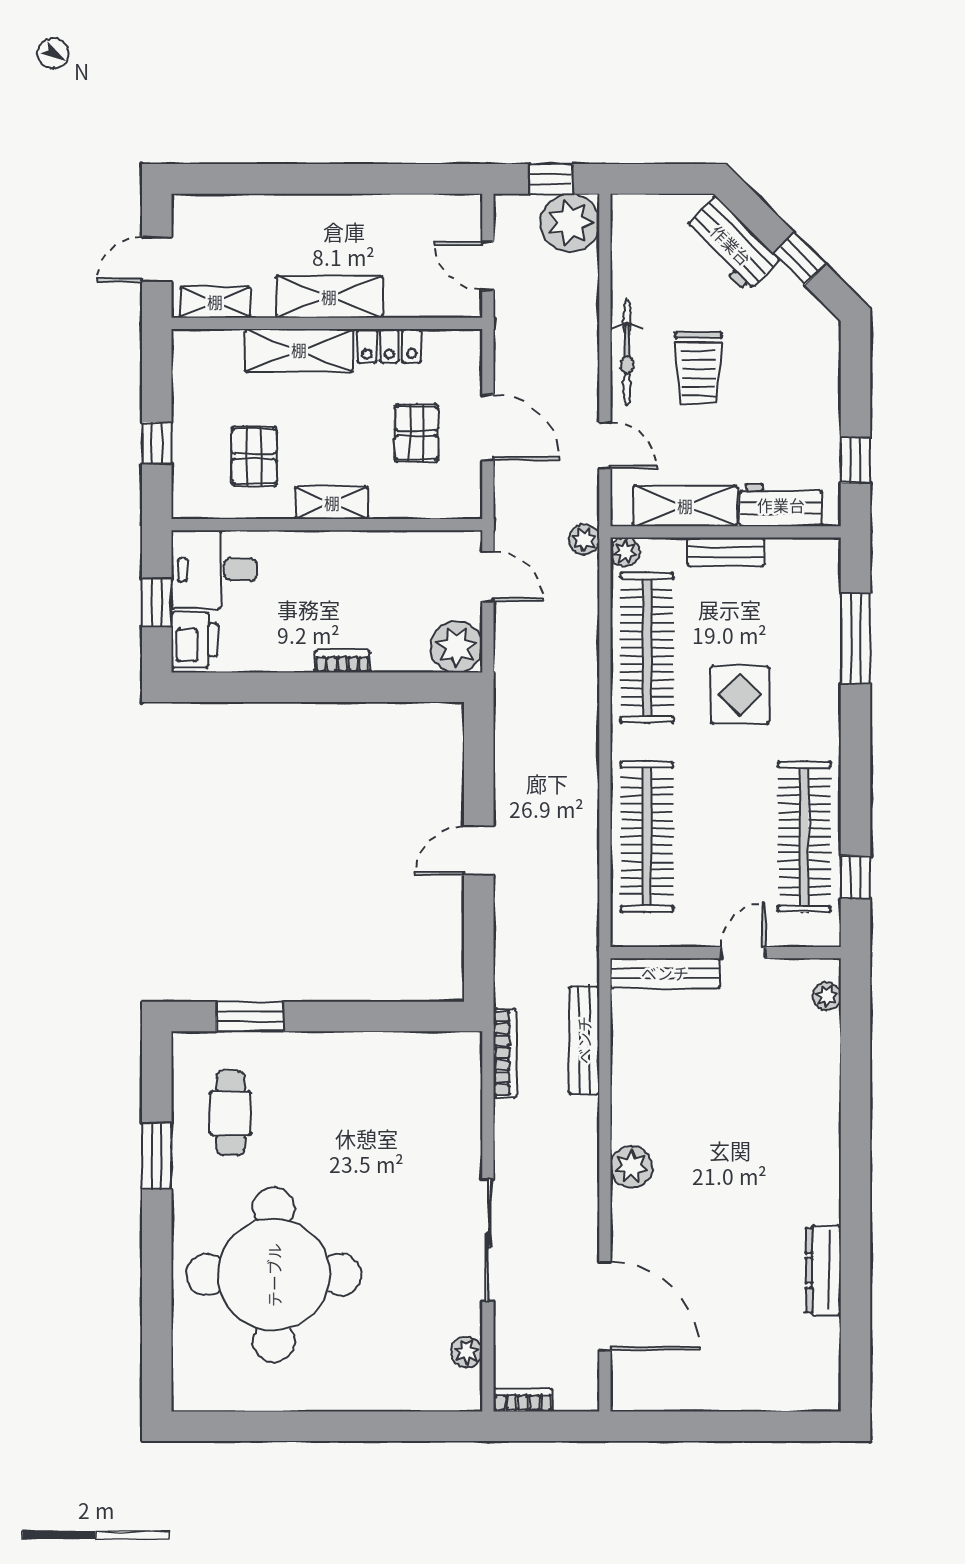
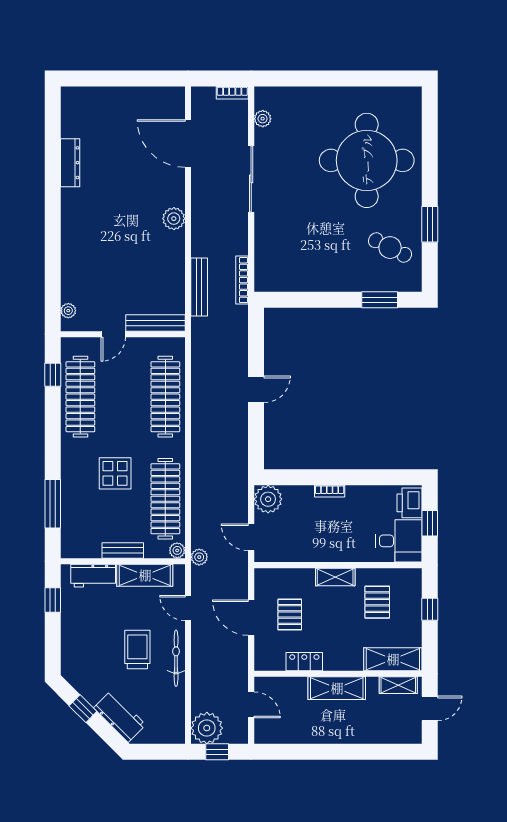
shelving: (299, 350) -> (393, 659), moved
cafe table: (231, 1113) -> (390, 248), turned -63

